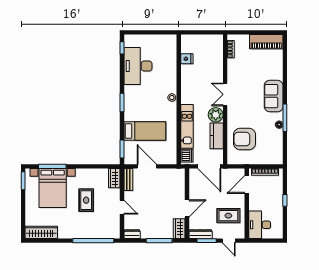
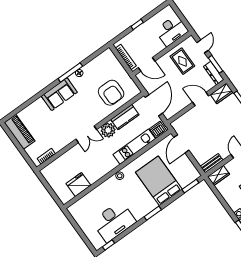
fridge: (187, 59) -> (78, 184), width x1.88, depth x1.34
bed: (145, 131) -> (159, 181), width x1.50
door: (147, 166) -> (181, 144), moved

